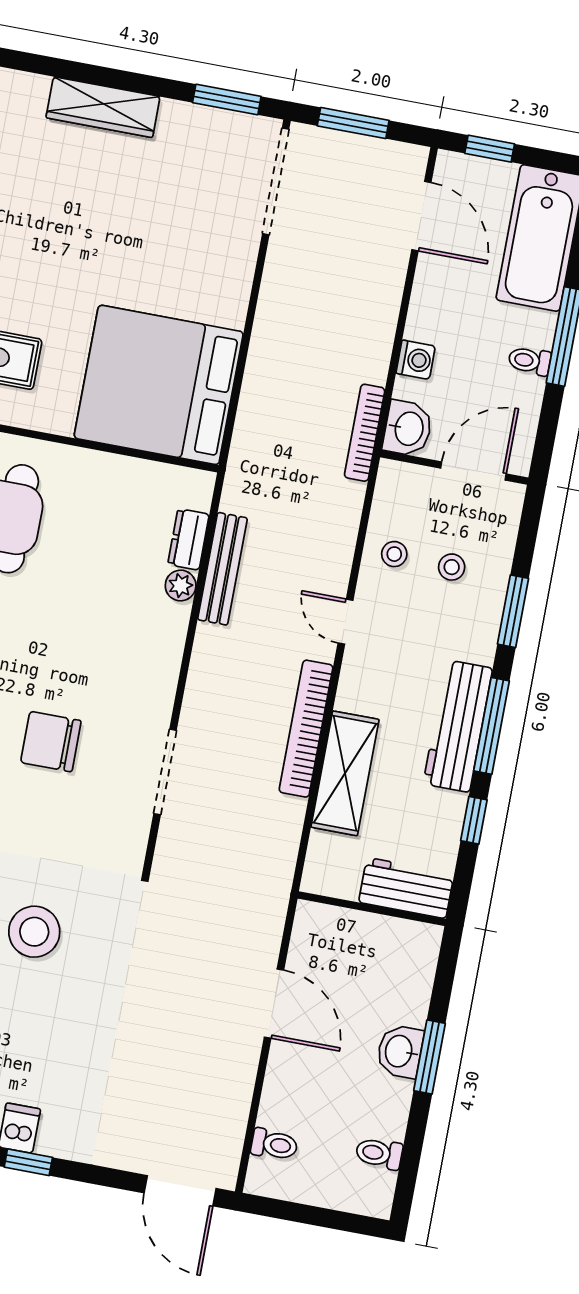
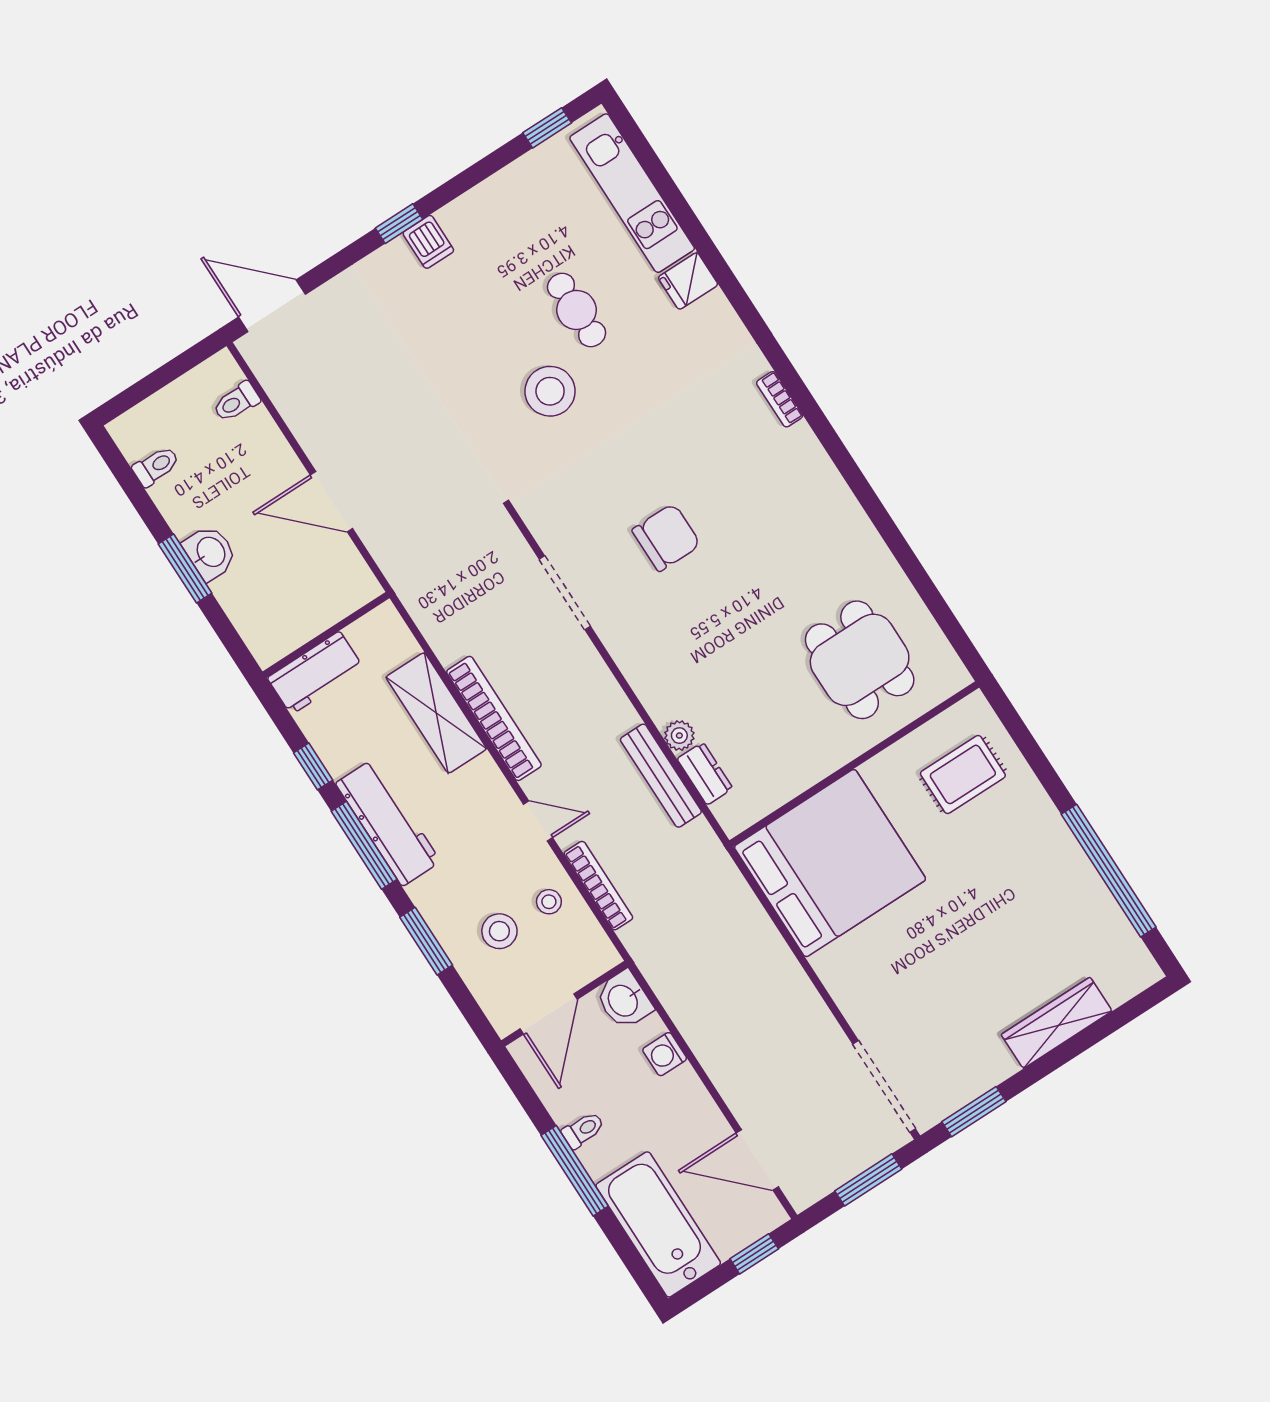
bookcase: (365, 433) -> (598, 886), moved
stool: (452, 567) -> (499, 931), width x1.37, depth x1.37

